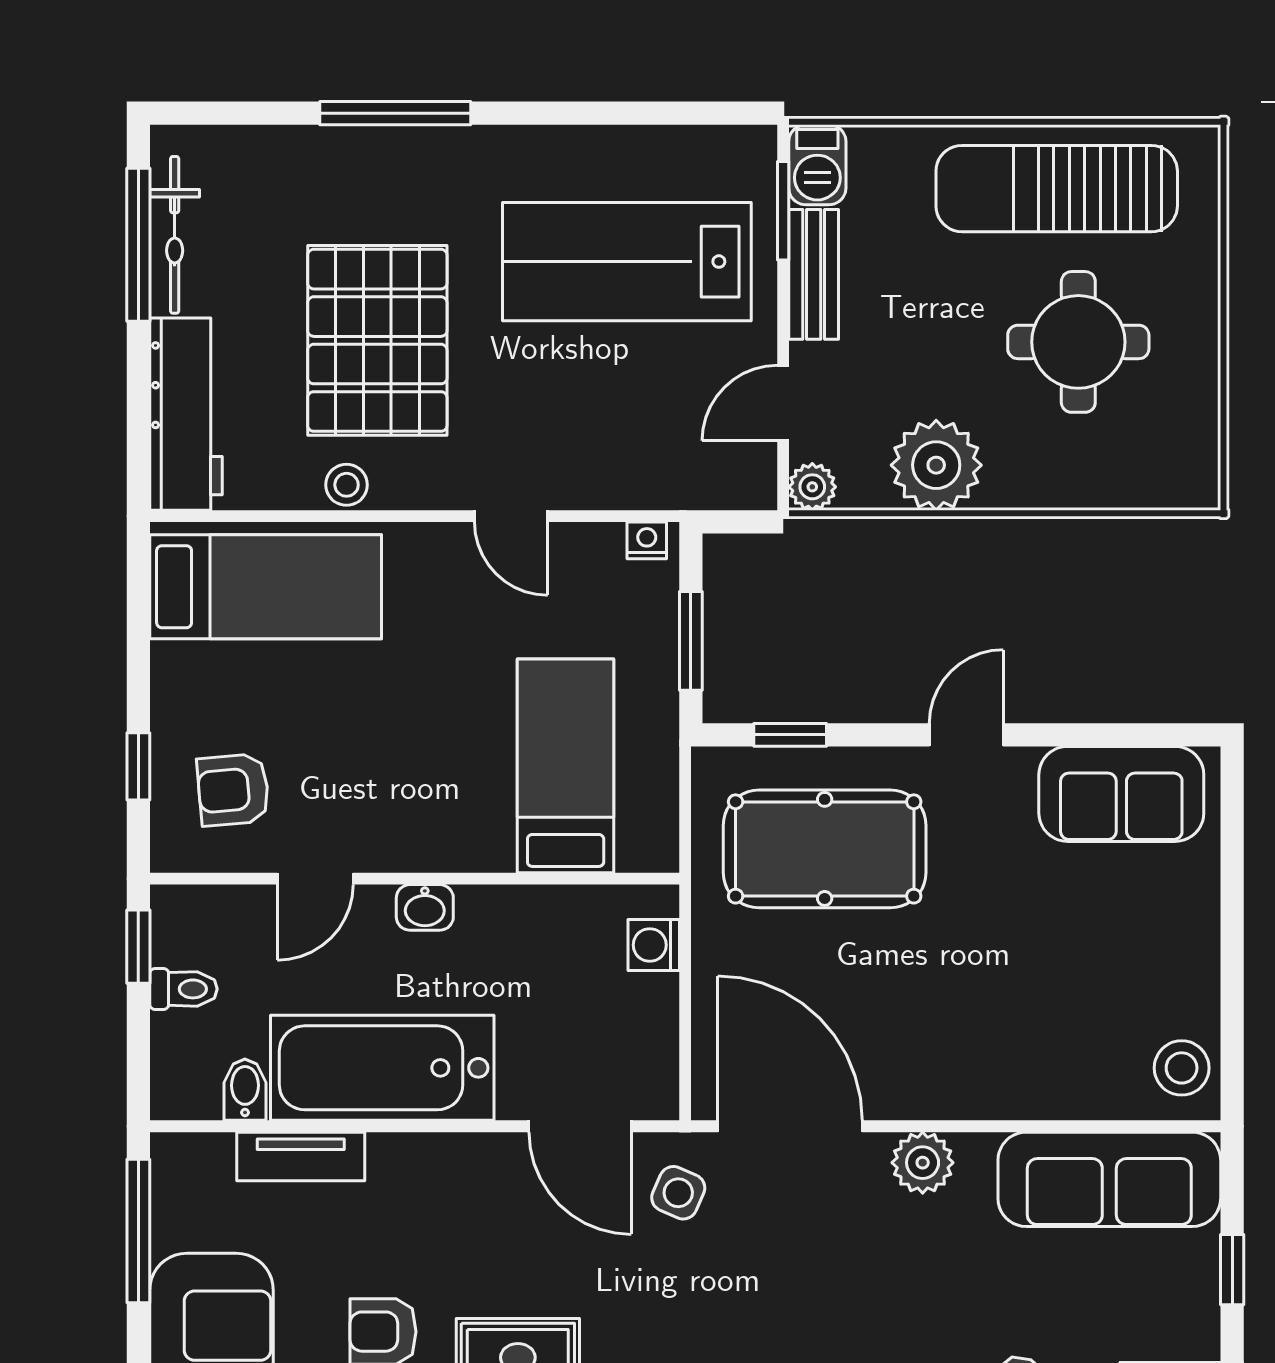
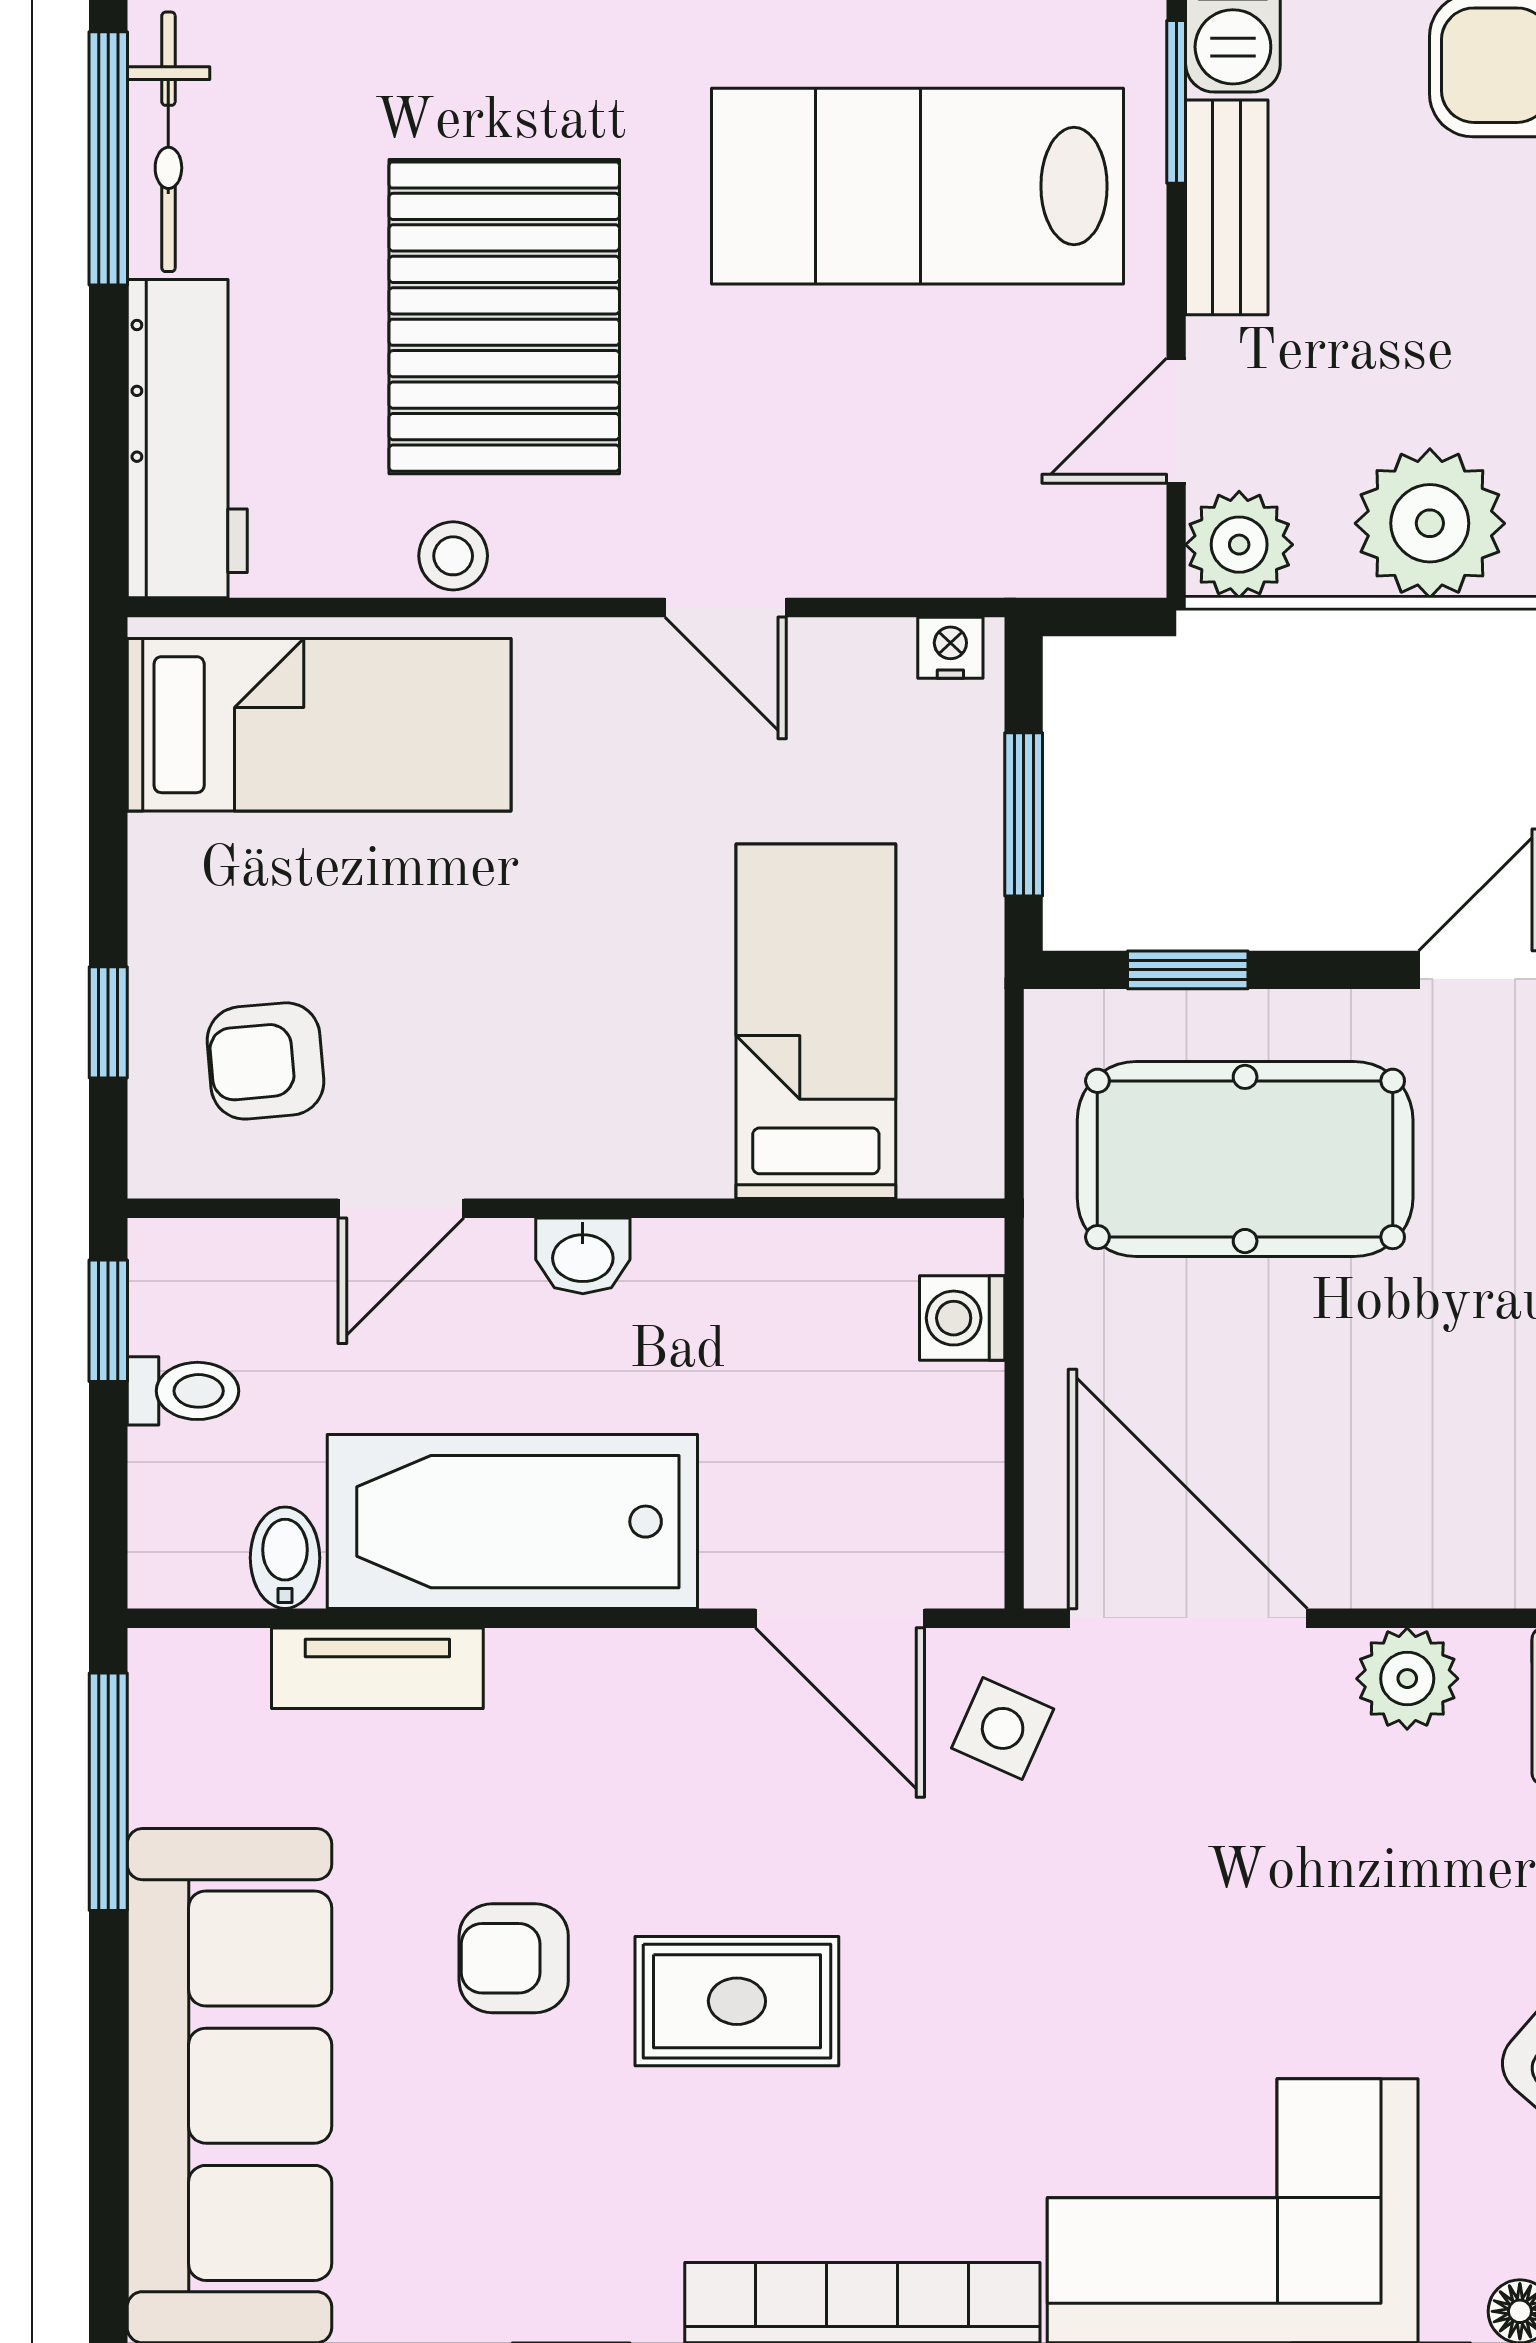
plant: (812, 487) -> (1239, 545), width x1.38, depth x1.38

